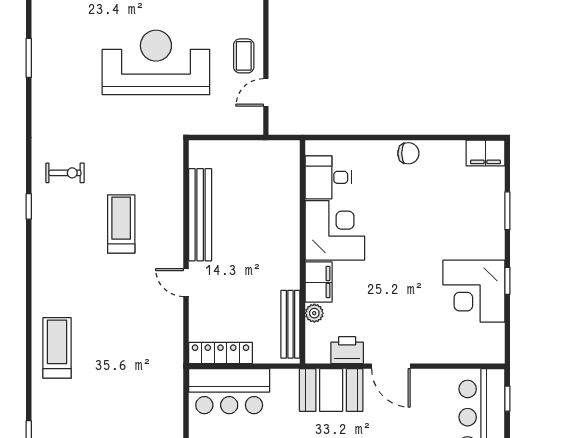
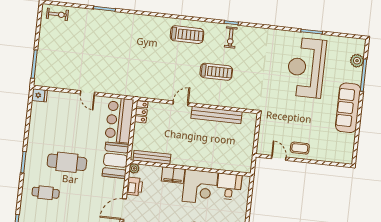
reception desk: (156, 62) -> (306, 68), moved, turned 180
exercise bike: (65, 173) -> (231, 37), moved
plant: (314, 313) -> (134, 168), moved
treadmill: (57, 348) -> (187, 35), moved
locker: (220, 353) -> (141, 112), width x0.66
booth: (331, 390) -> (116, 160), moved

